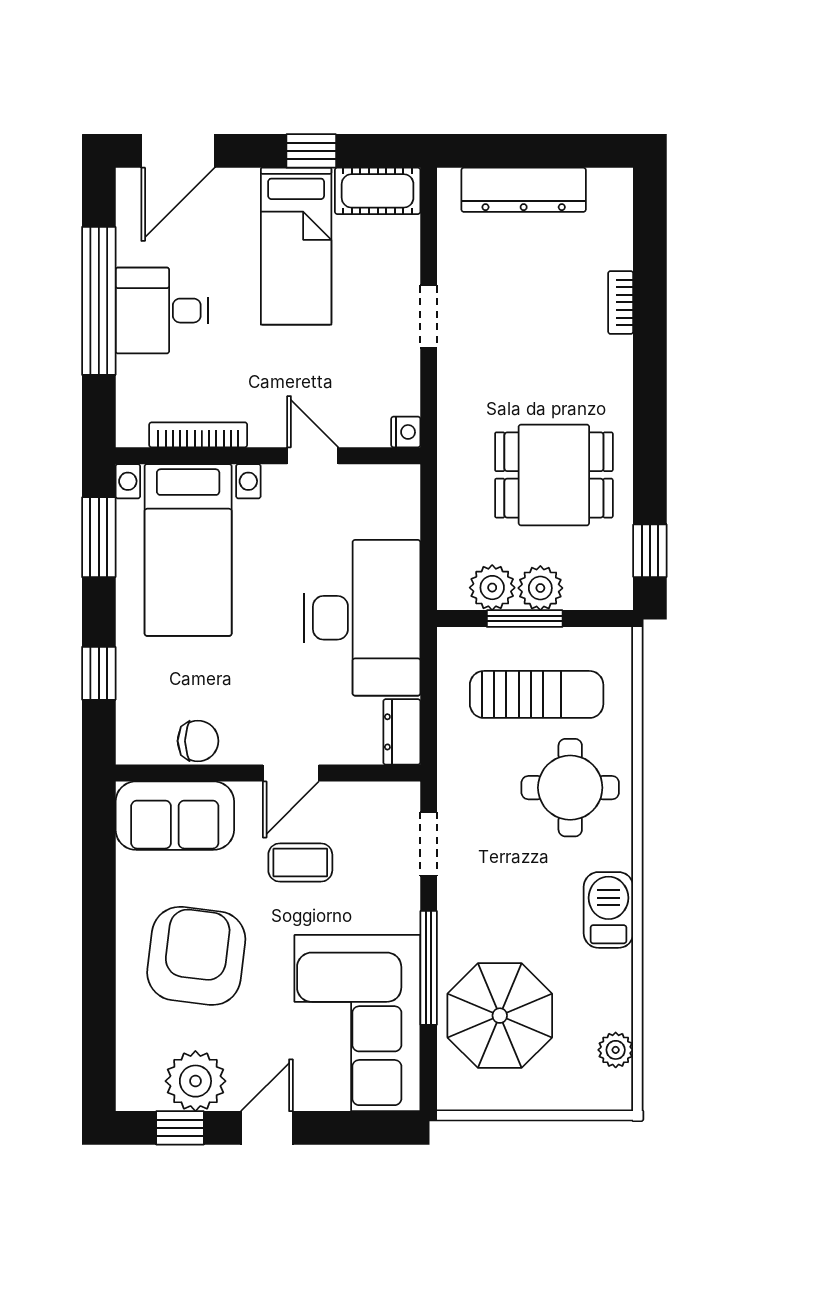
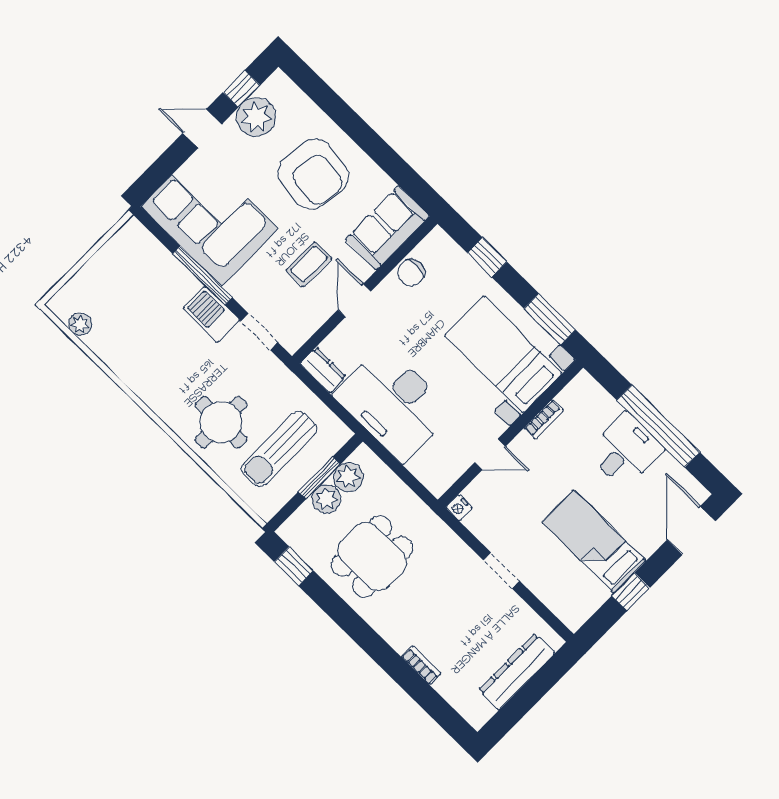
cot: (378, 191) -> (583, 604), removed
bookcase: (198, 435) -> (544, 419), width x0.64
barbecue: (608, 910) -> (211, 314), moved, turned 180
parasol: (500, 1016) -> (148, 287), removed
door: (267, 1128) -> (202, 129), swing flipped

